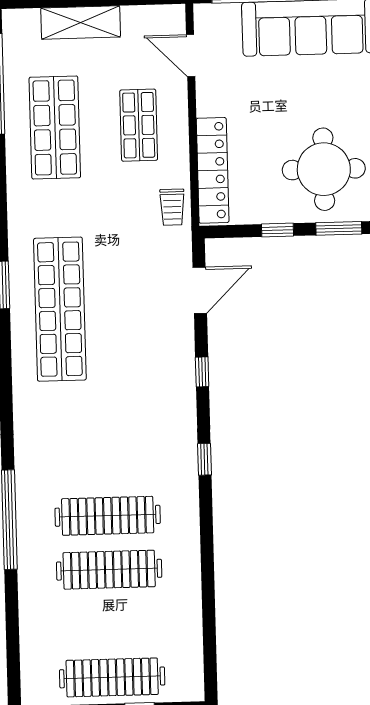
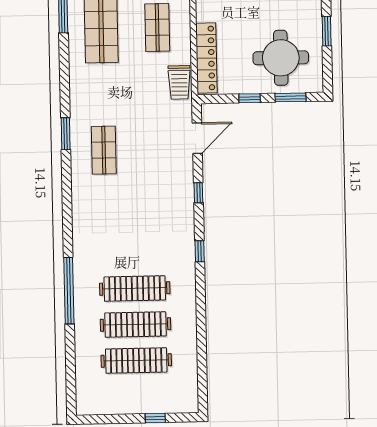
trolley: (172, 207) -> (179, 82), width x1.36, depth x1.39
shop shelf: (60, 309) -> (104, 150), width x0.50, depth x0.74
clothes rail: (112, 677) -> (136, 361), moved

